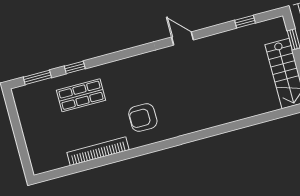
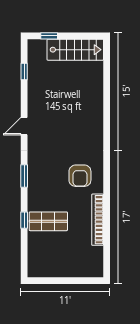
window: (37, 77) -> (24, 176), moved
shop shelf: (81, 95) -> (48, 221), turned 90

